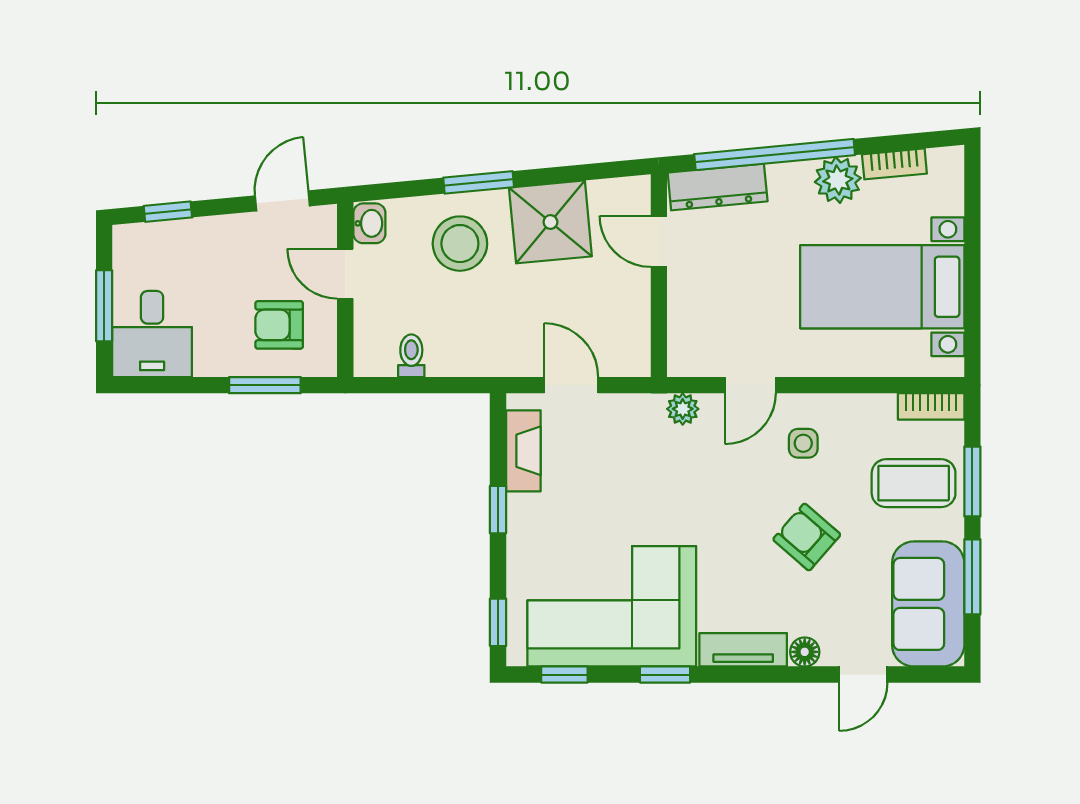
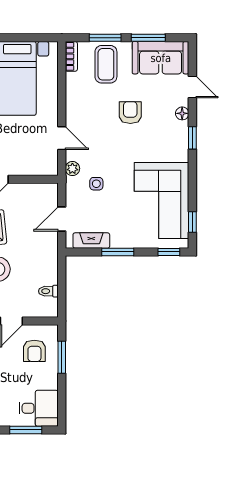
side table: (803, 443) -> (96, 184), moved
window: (498, 510) -> (118, 252), width x1.50
armchair: (807, 537) -> (130, 113), turned 139
tv unit: (743, 650) -> (181, 141), removed
window: (665, 675) -> (192, 138), moved

